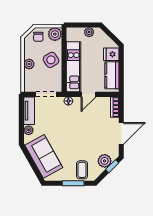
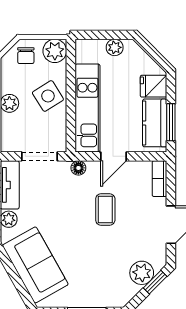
window: (121, 75) -> (171, 122), added
coffee table: (82, 170) -> (105, 209), moved

